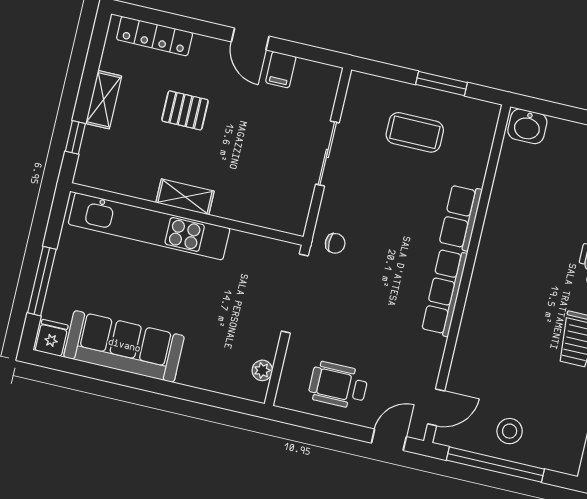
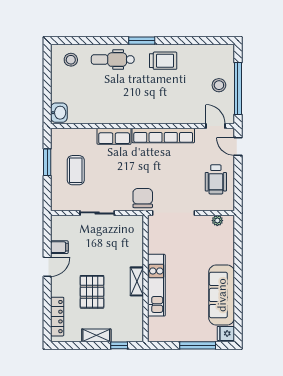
pallet: (185, 110) -> (92, 292), width x1.50, depth x1.42
kitchen unit: (149, 226) -> (156, 285), width x0.73
chair: (335, 243) -> (143, 198), width x1.87, depth x1.87
row of seats: (444, 292) -> (163, 136), width x1.36

